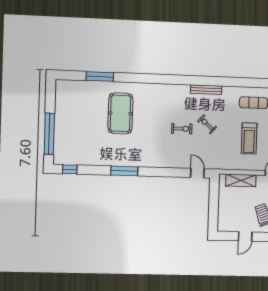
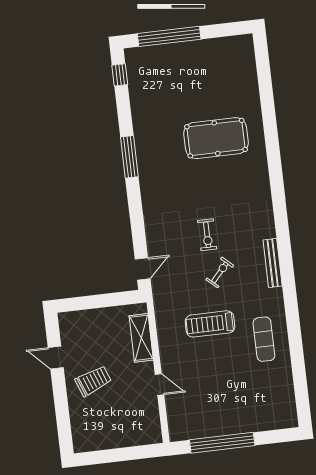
window: (100, 77) -> (267, 99), removed
treadmill: (249, 138) -> (210, 324), moved

